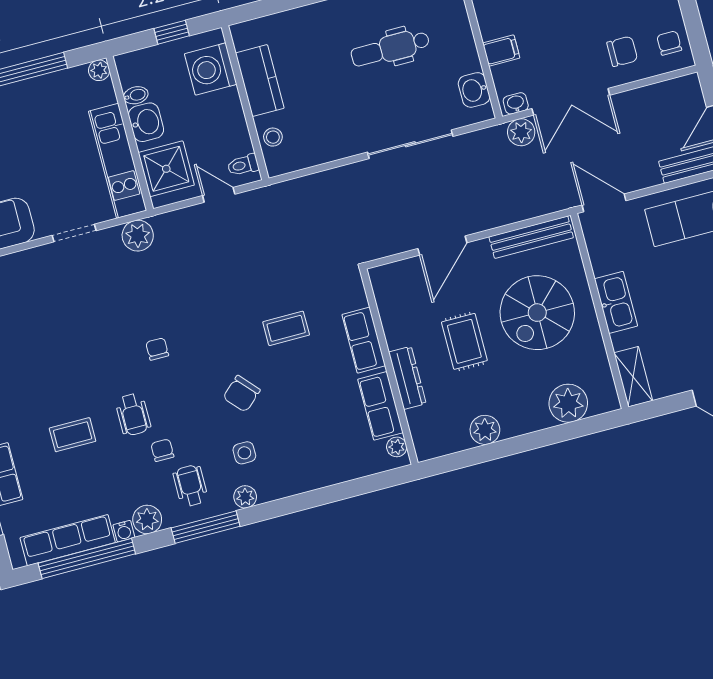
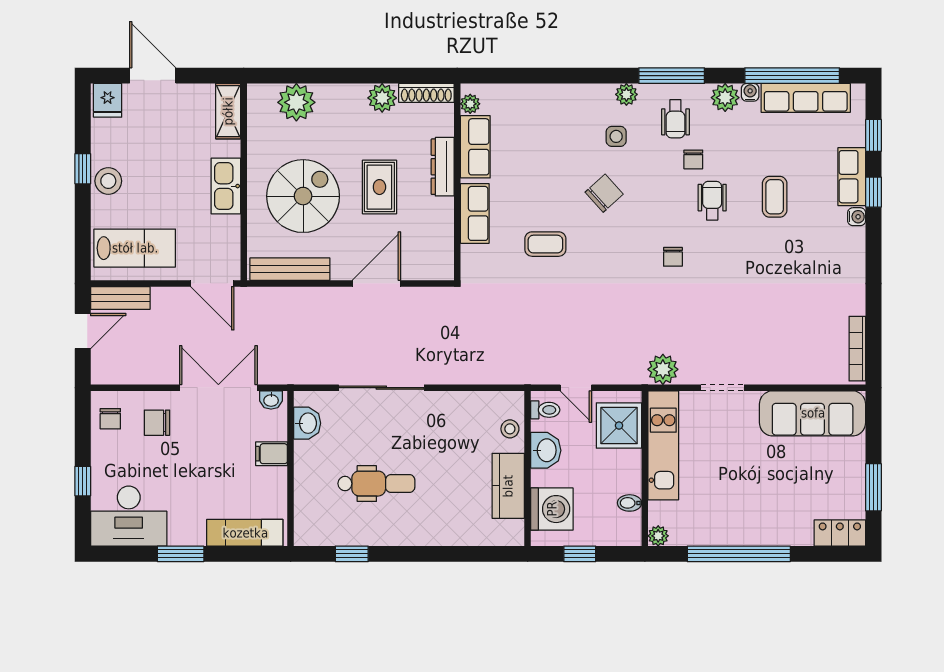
washbasin: (146, 122) -> (546, 450), moved, turned 180
plant: (521, 132) -> (273, 371), removed
coffee table: (73, 435) -> (775, 197), turned 90
shoe rack: (443, 446) -> (426, 93), added

